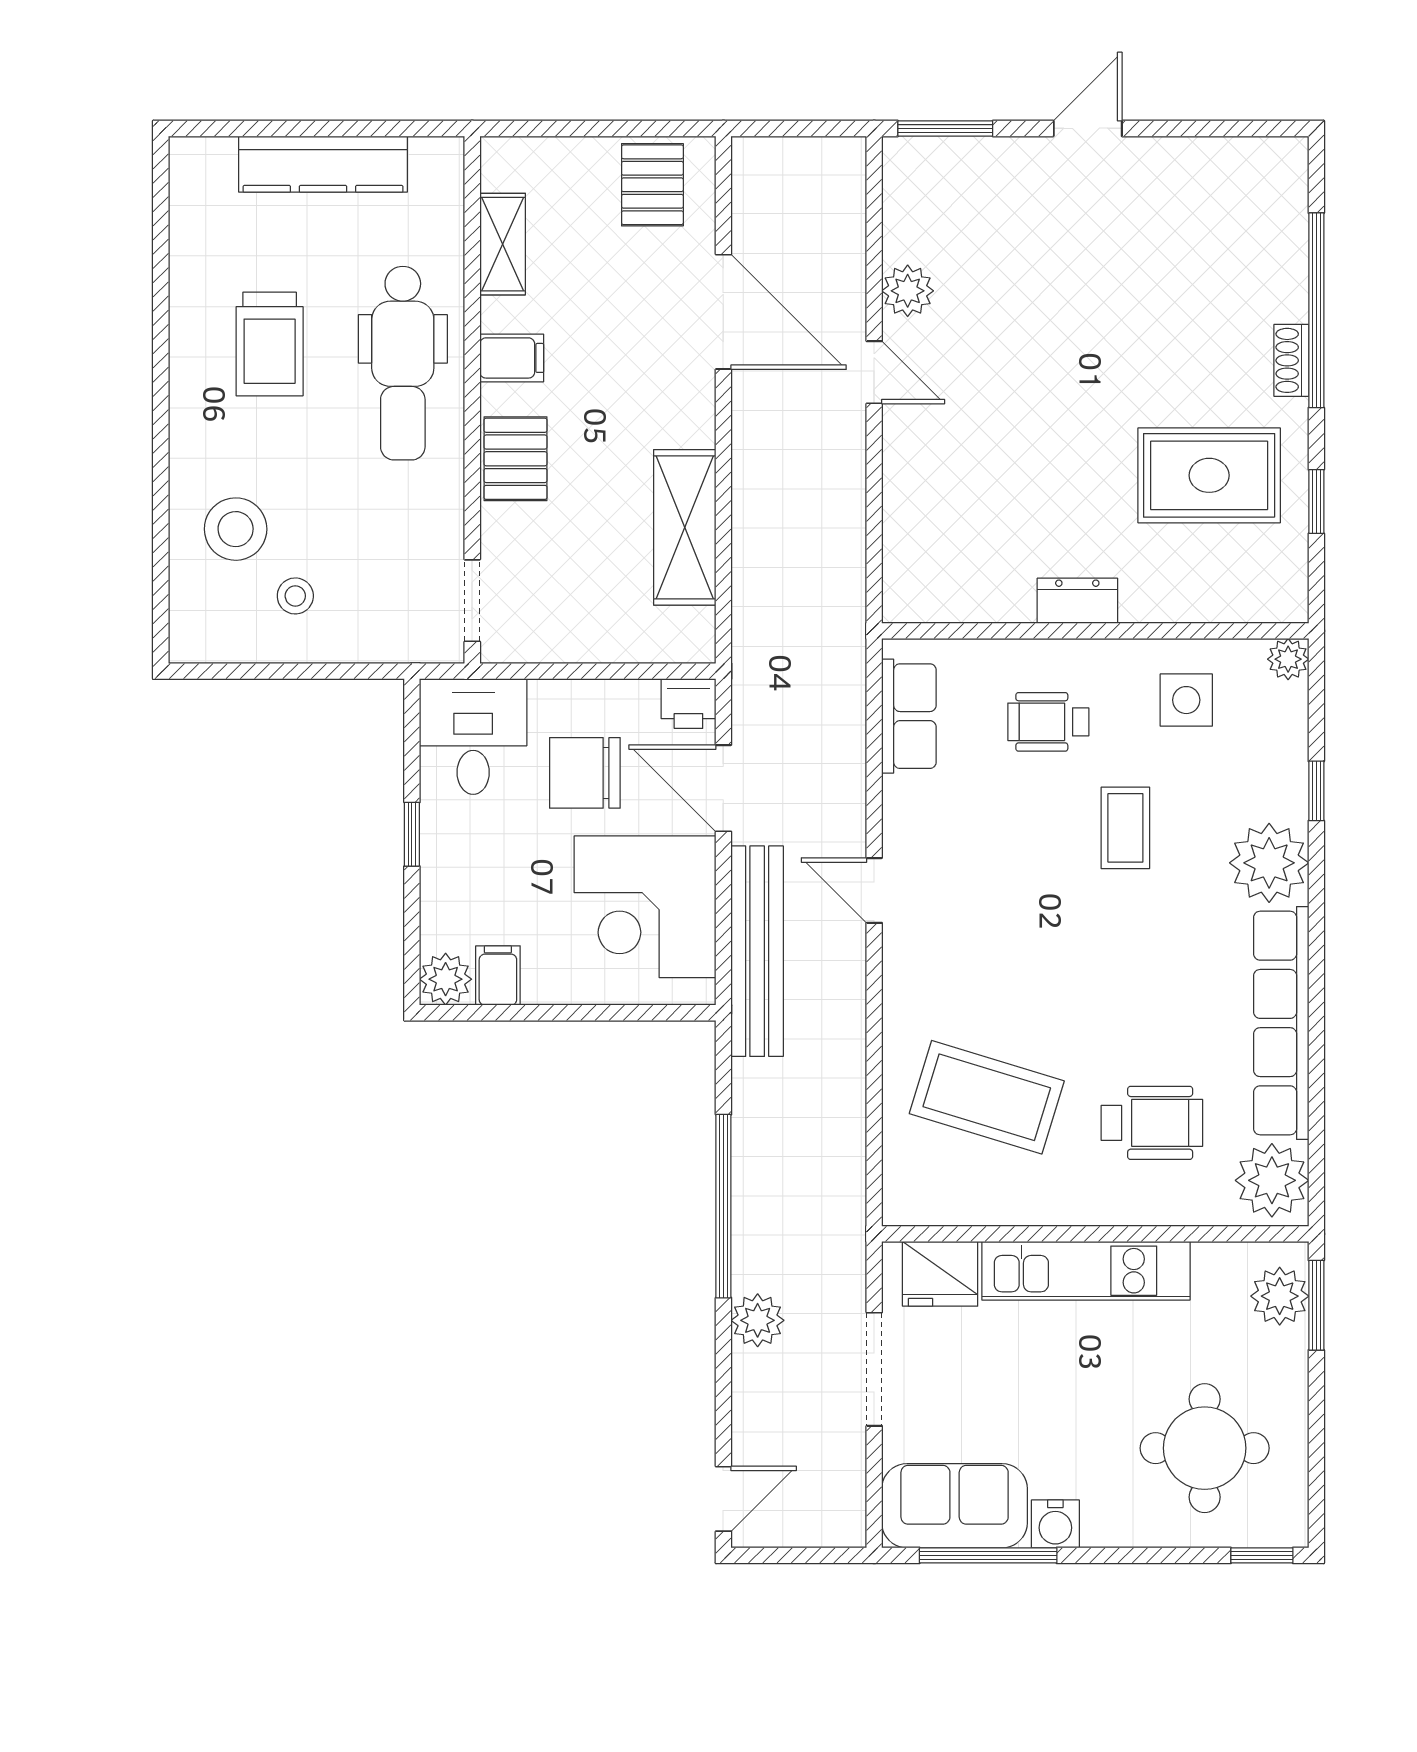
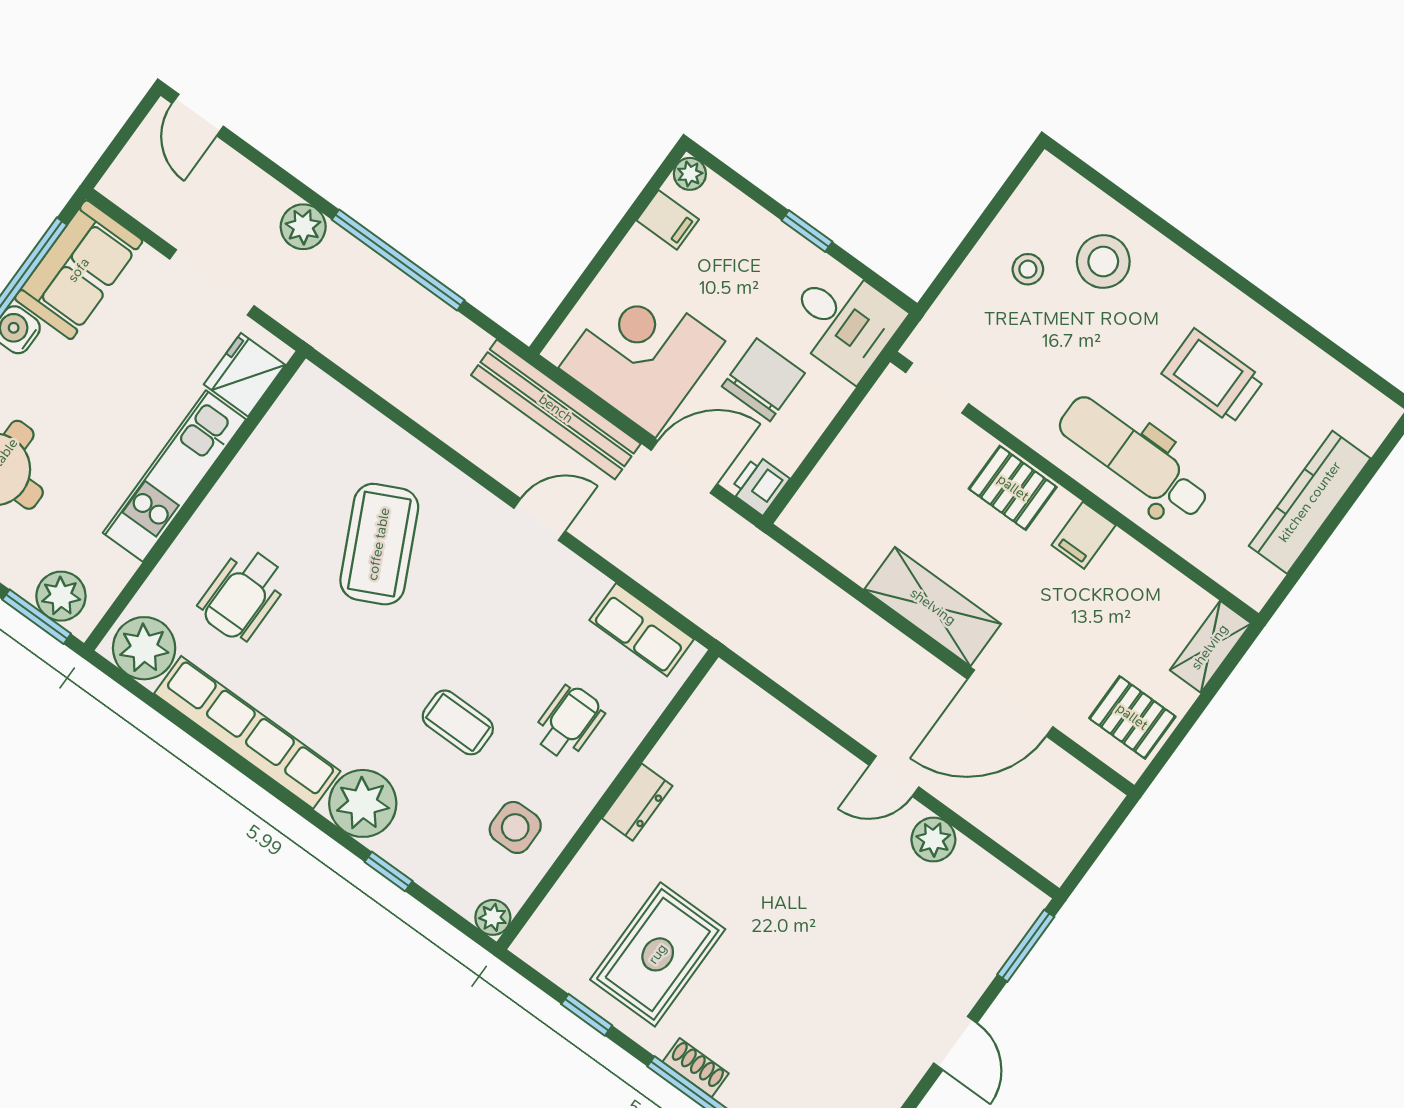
shelving: (503, 244) -> (1210, 647), moved, turned 90
shelving: (685, 527) -> (933, 607), moved
plant: (446, 979) -> (690, 174), width x0.73, depth x0.73
coffee table: (987, 1097) -> (379, 544), moved, turned -43

